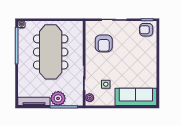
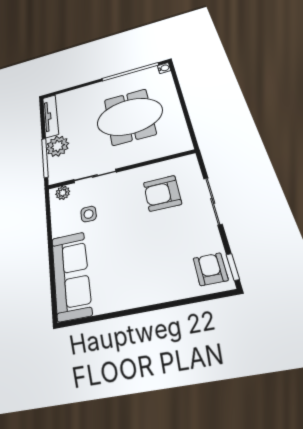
meeting table: (51, 52) -> (129, 117), width x0.73

